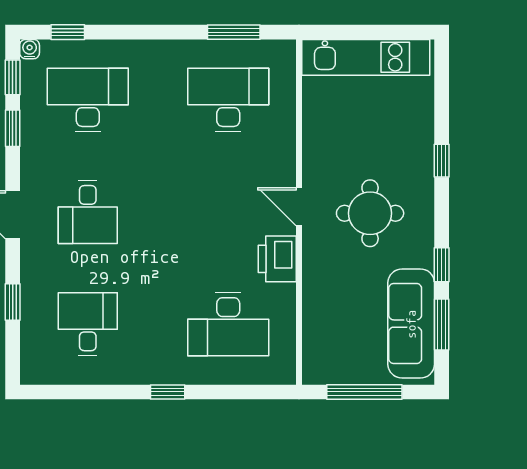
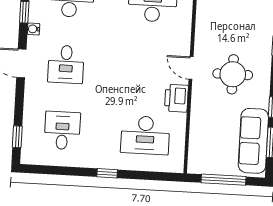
water cooler: (30, 156) -> (34, 29), added
window: (13, 302) -> (17, 137), moved

